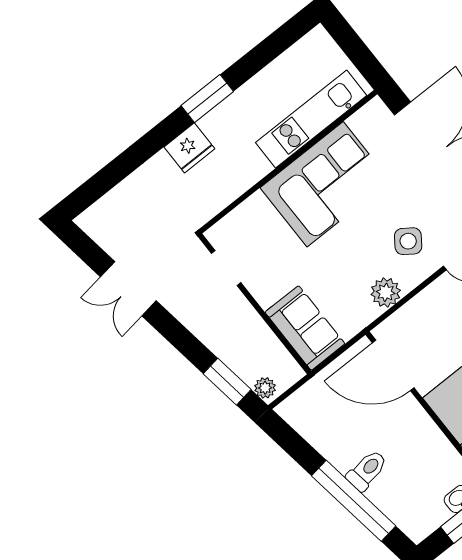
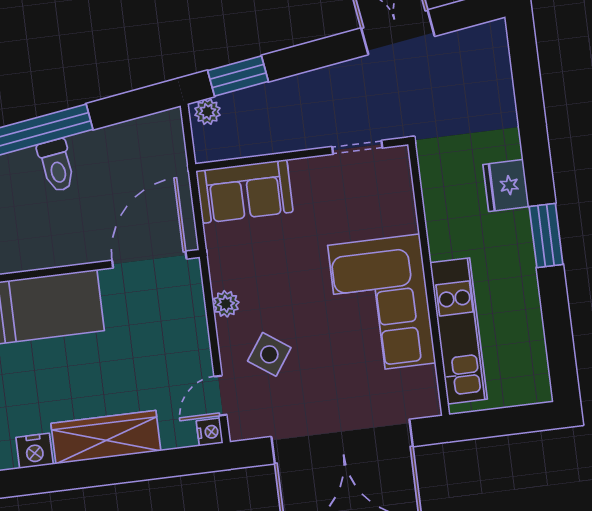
plant: (386, 292) -> (226, 304), width x0.73, depth x0.73

